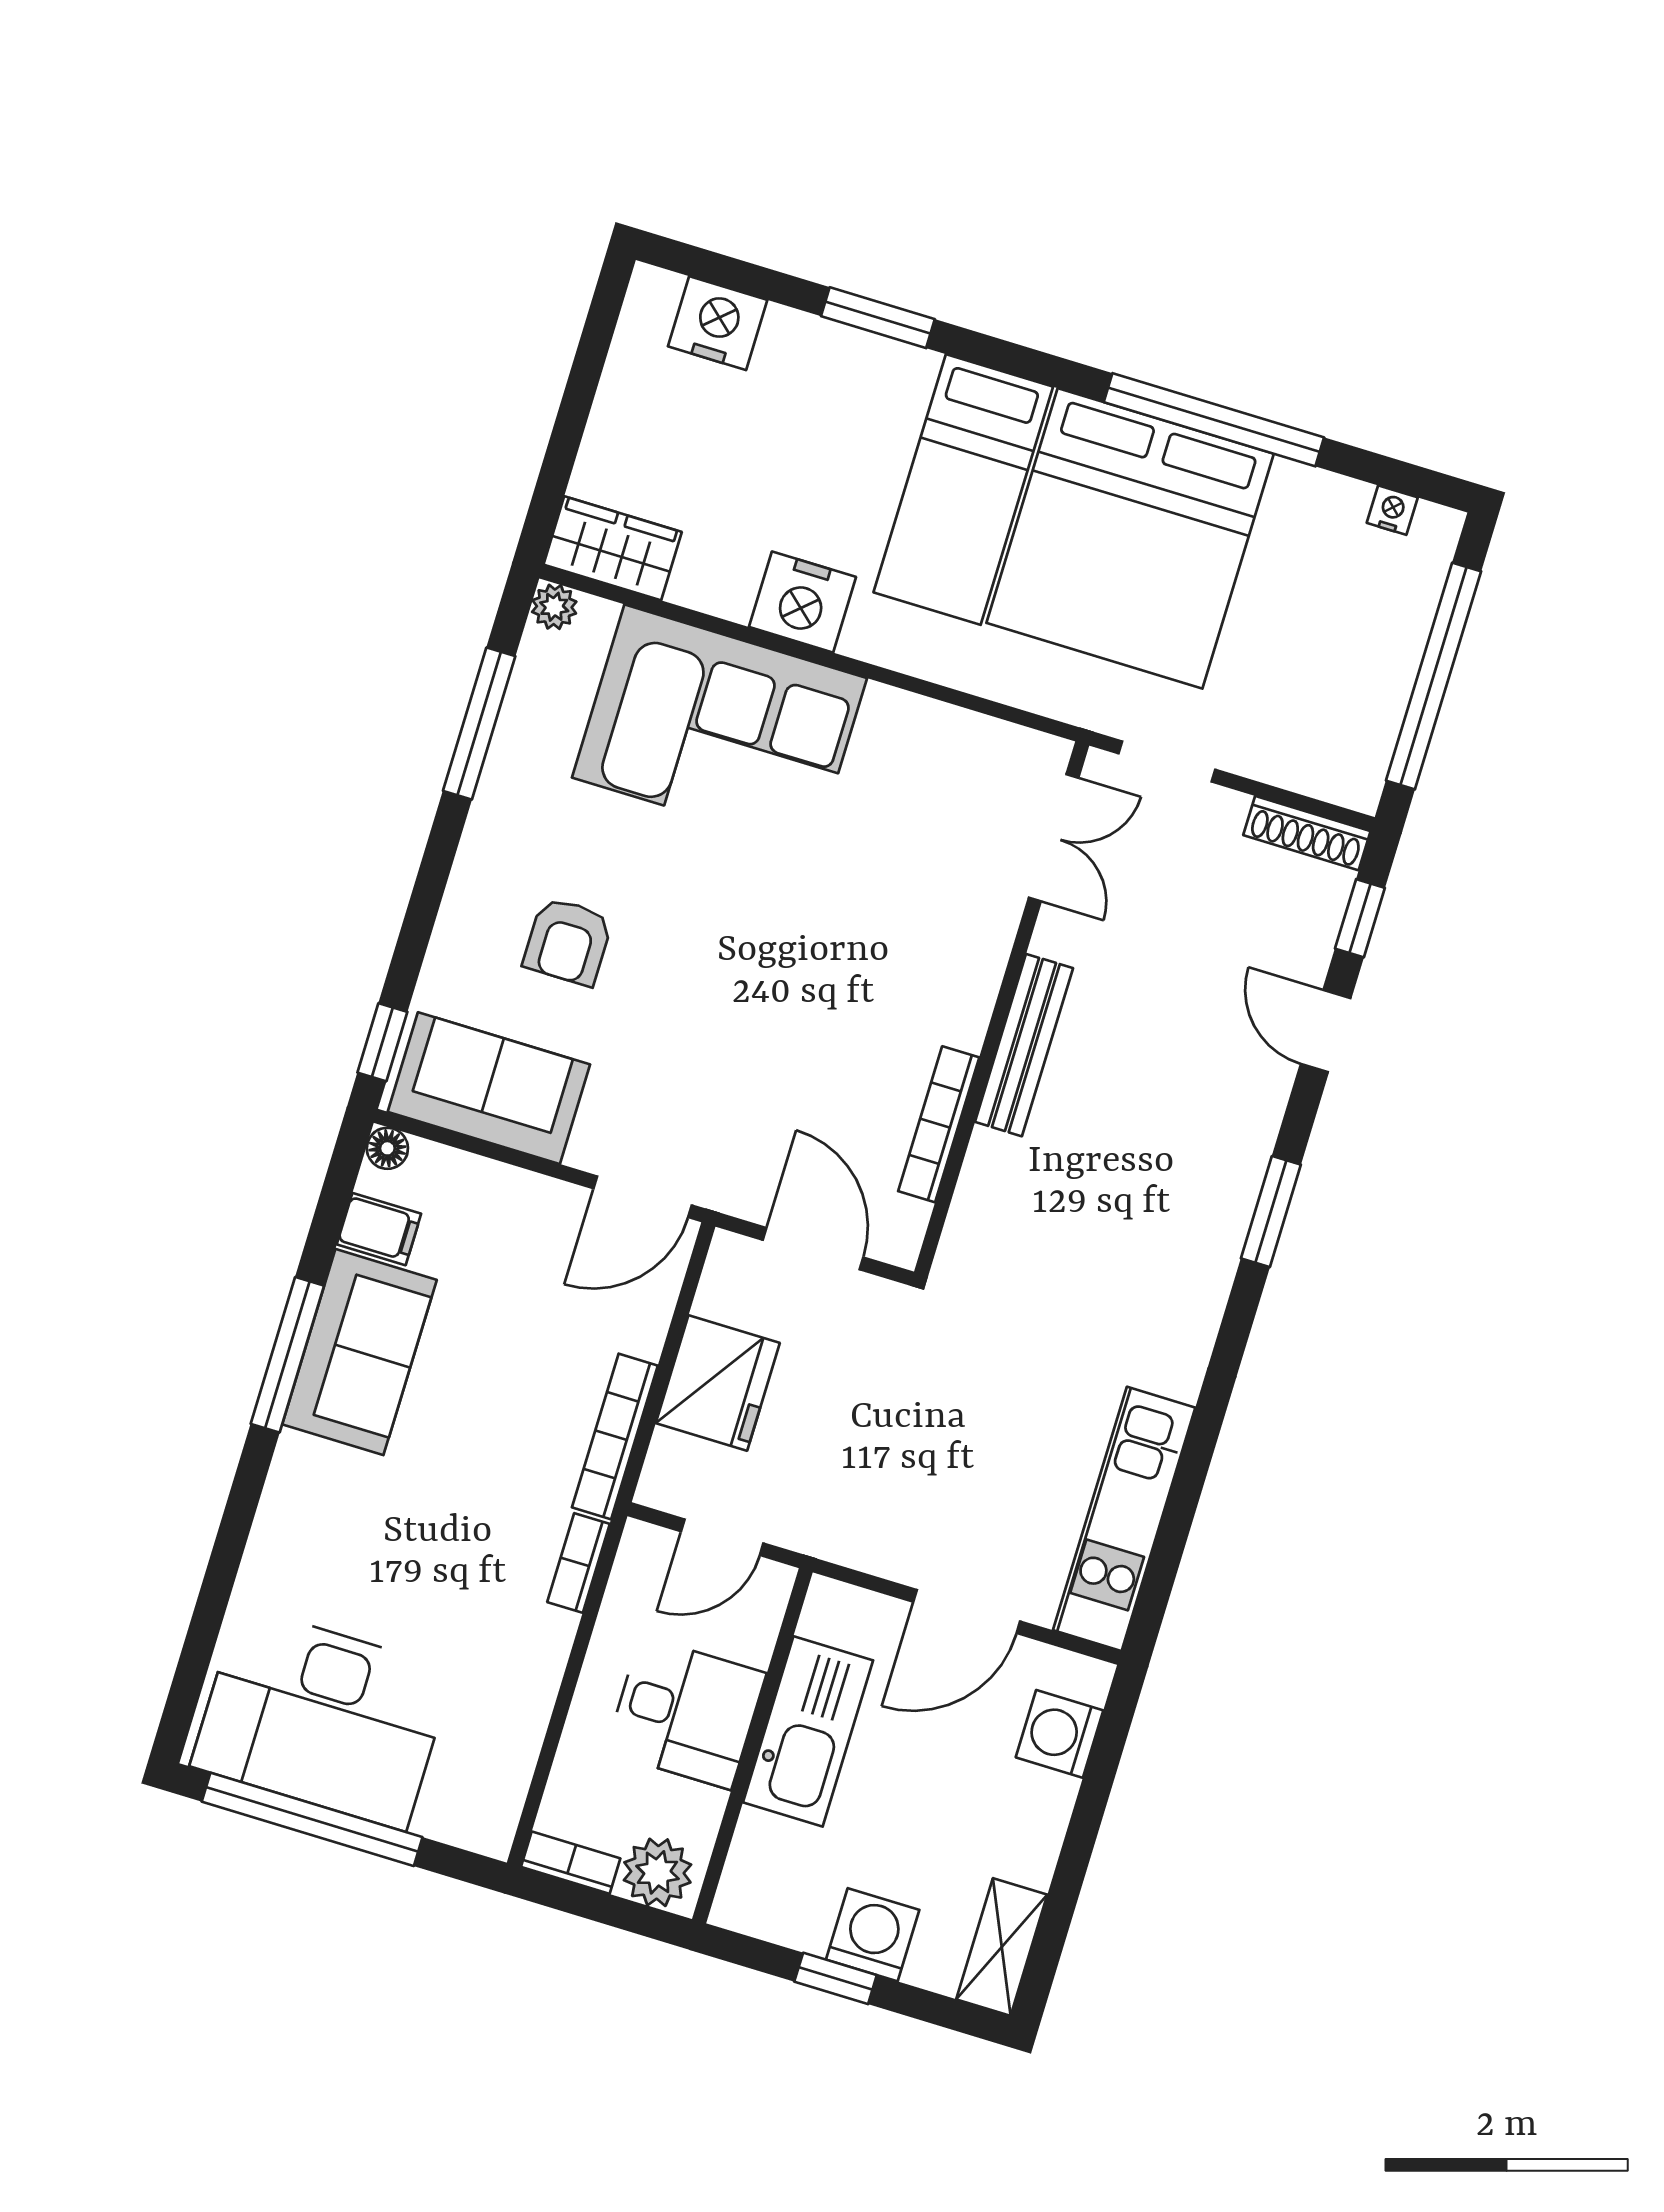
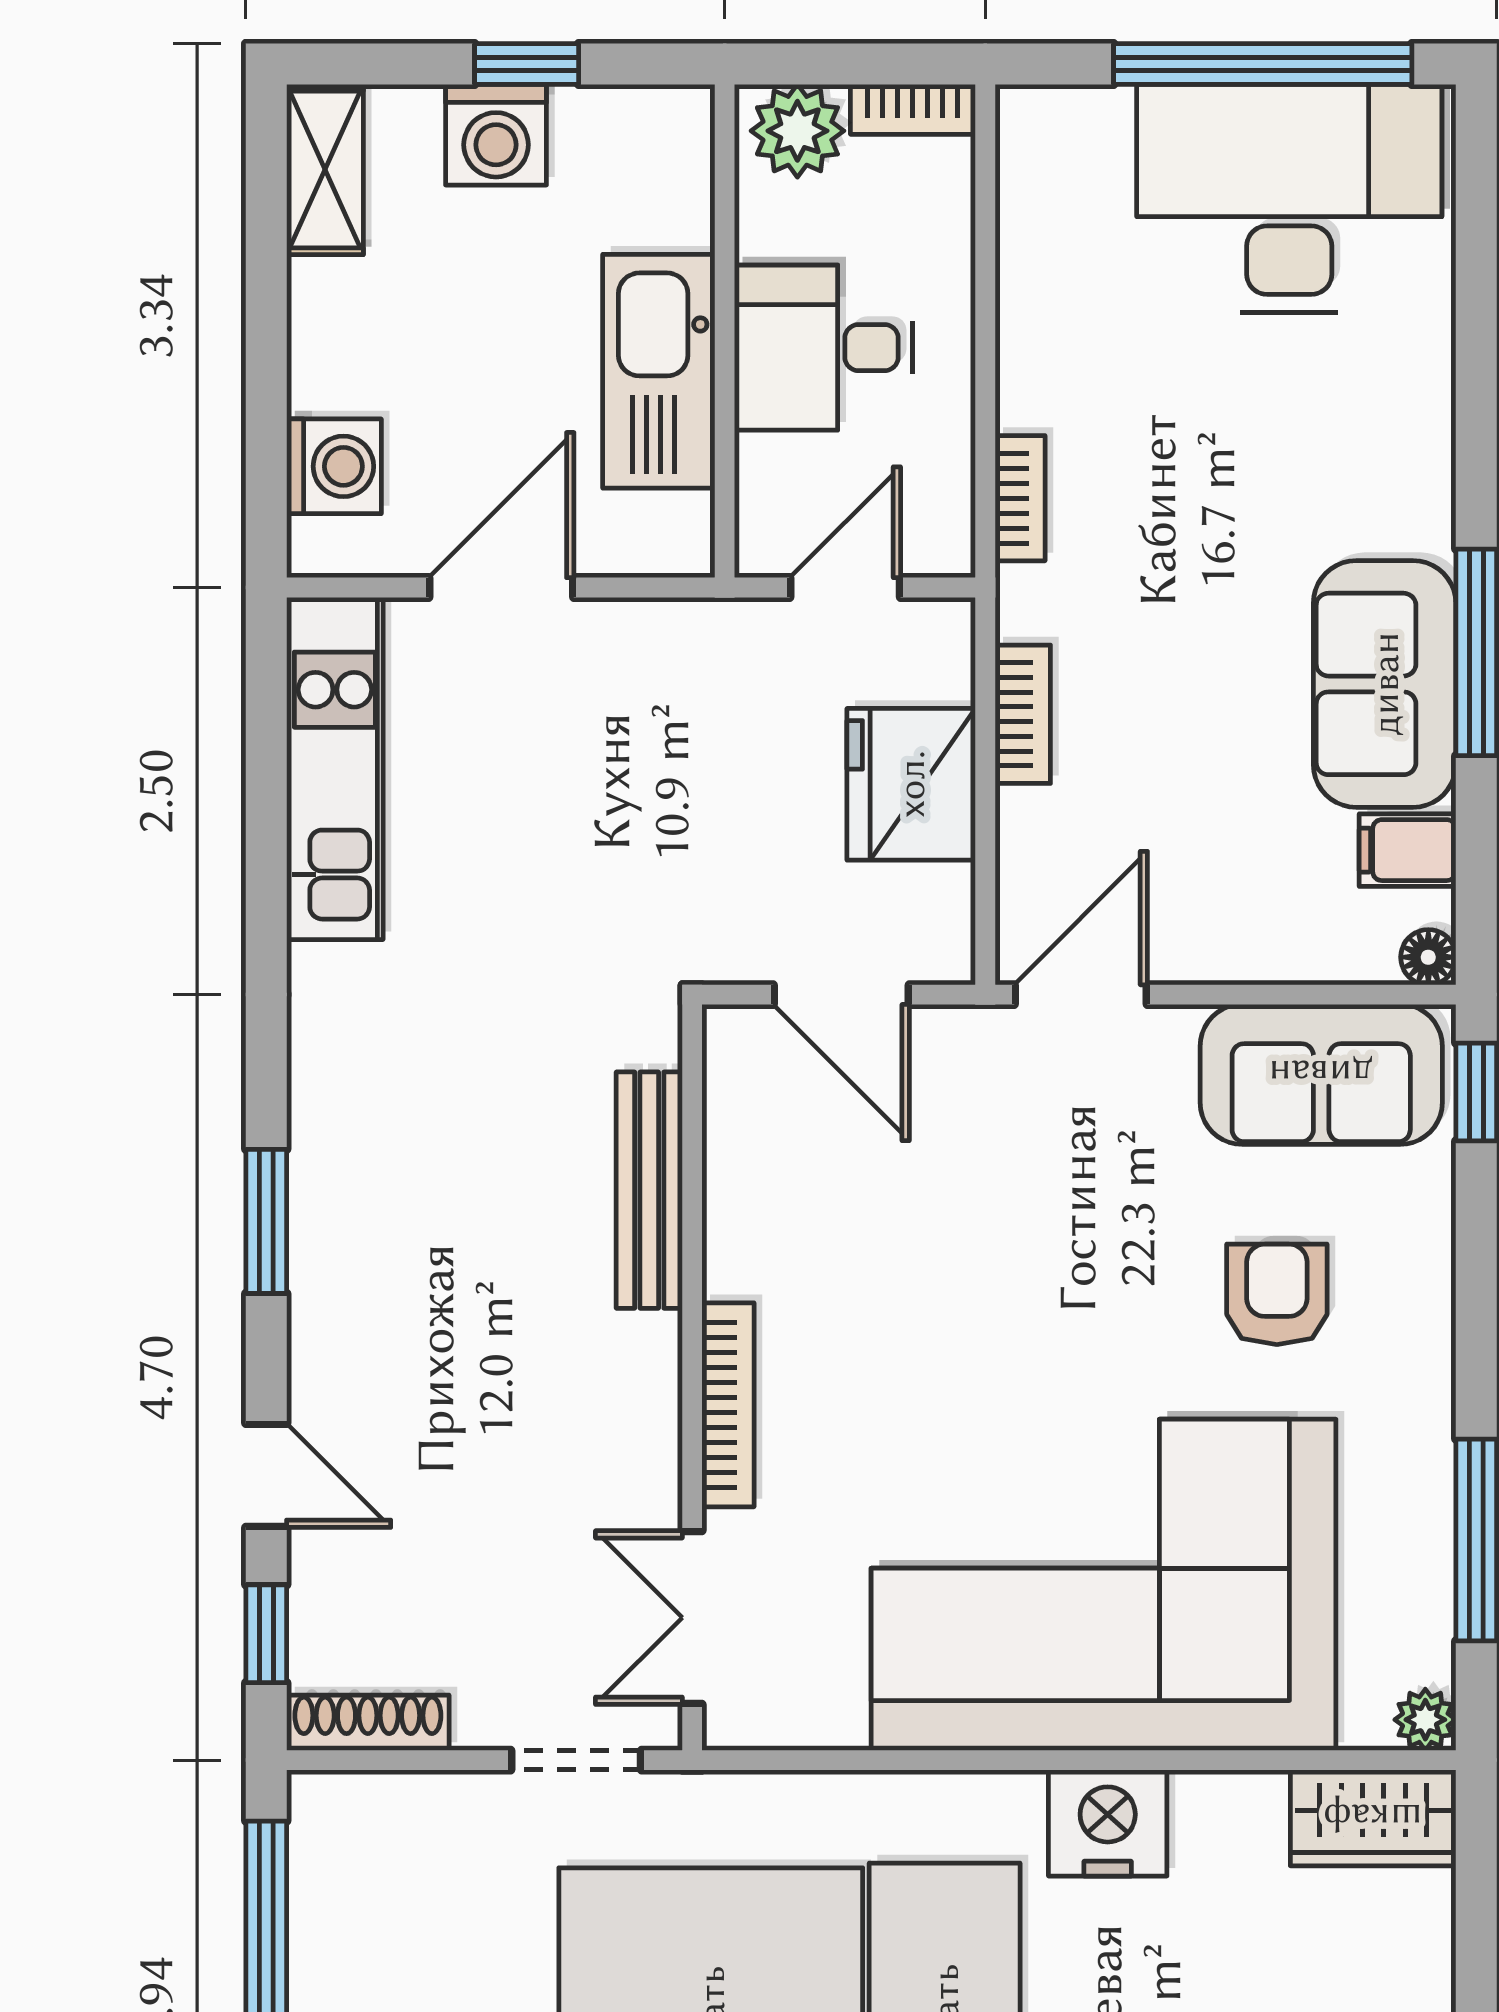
corner sofa: (719, 728) -> (1104, 1585), width x1.36, depth x1.36
bench: (1024, 1045) -> (649, 1190), moved
bookcase: (939, 1124) -> (728, 1405), moved
bookcase: (615, 1436) -> (1023, 714), width x0.64

